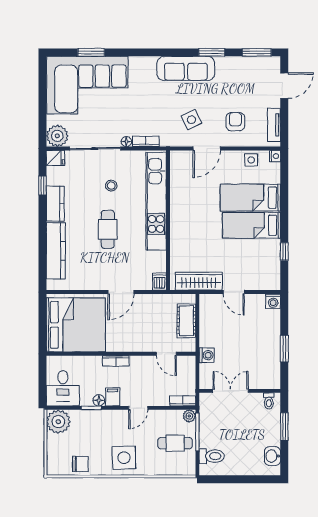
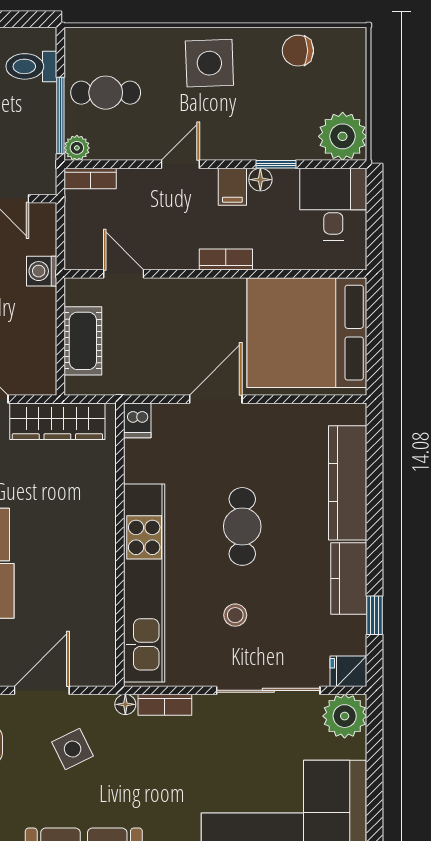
floor lamp: (126, 142) -> (125, 704), moved

